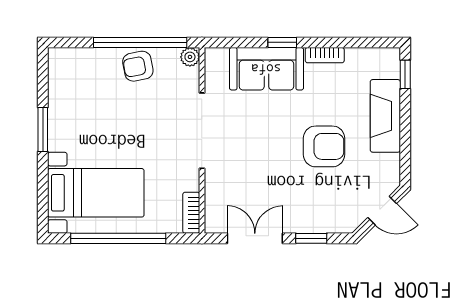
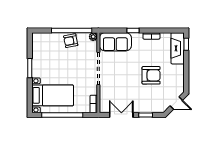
sofa: (266, 69) -> (115, 42), moved
fireplace: (385, 116) -> (178, 48), moved

